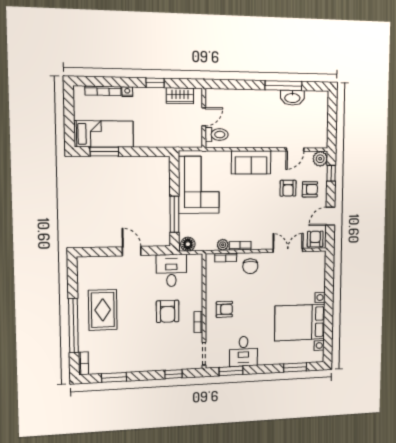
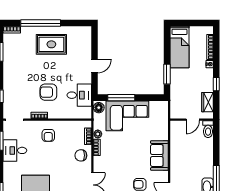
door: (204, 117) -> (193, 120), hinge flipped
toilet: (217, 135) -> (208, 129), moved
window: (104, 152) -> (167, 74), moved
corner sofa: (199, 185) -> (127, 116), moved

